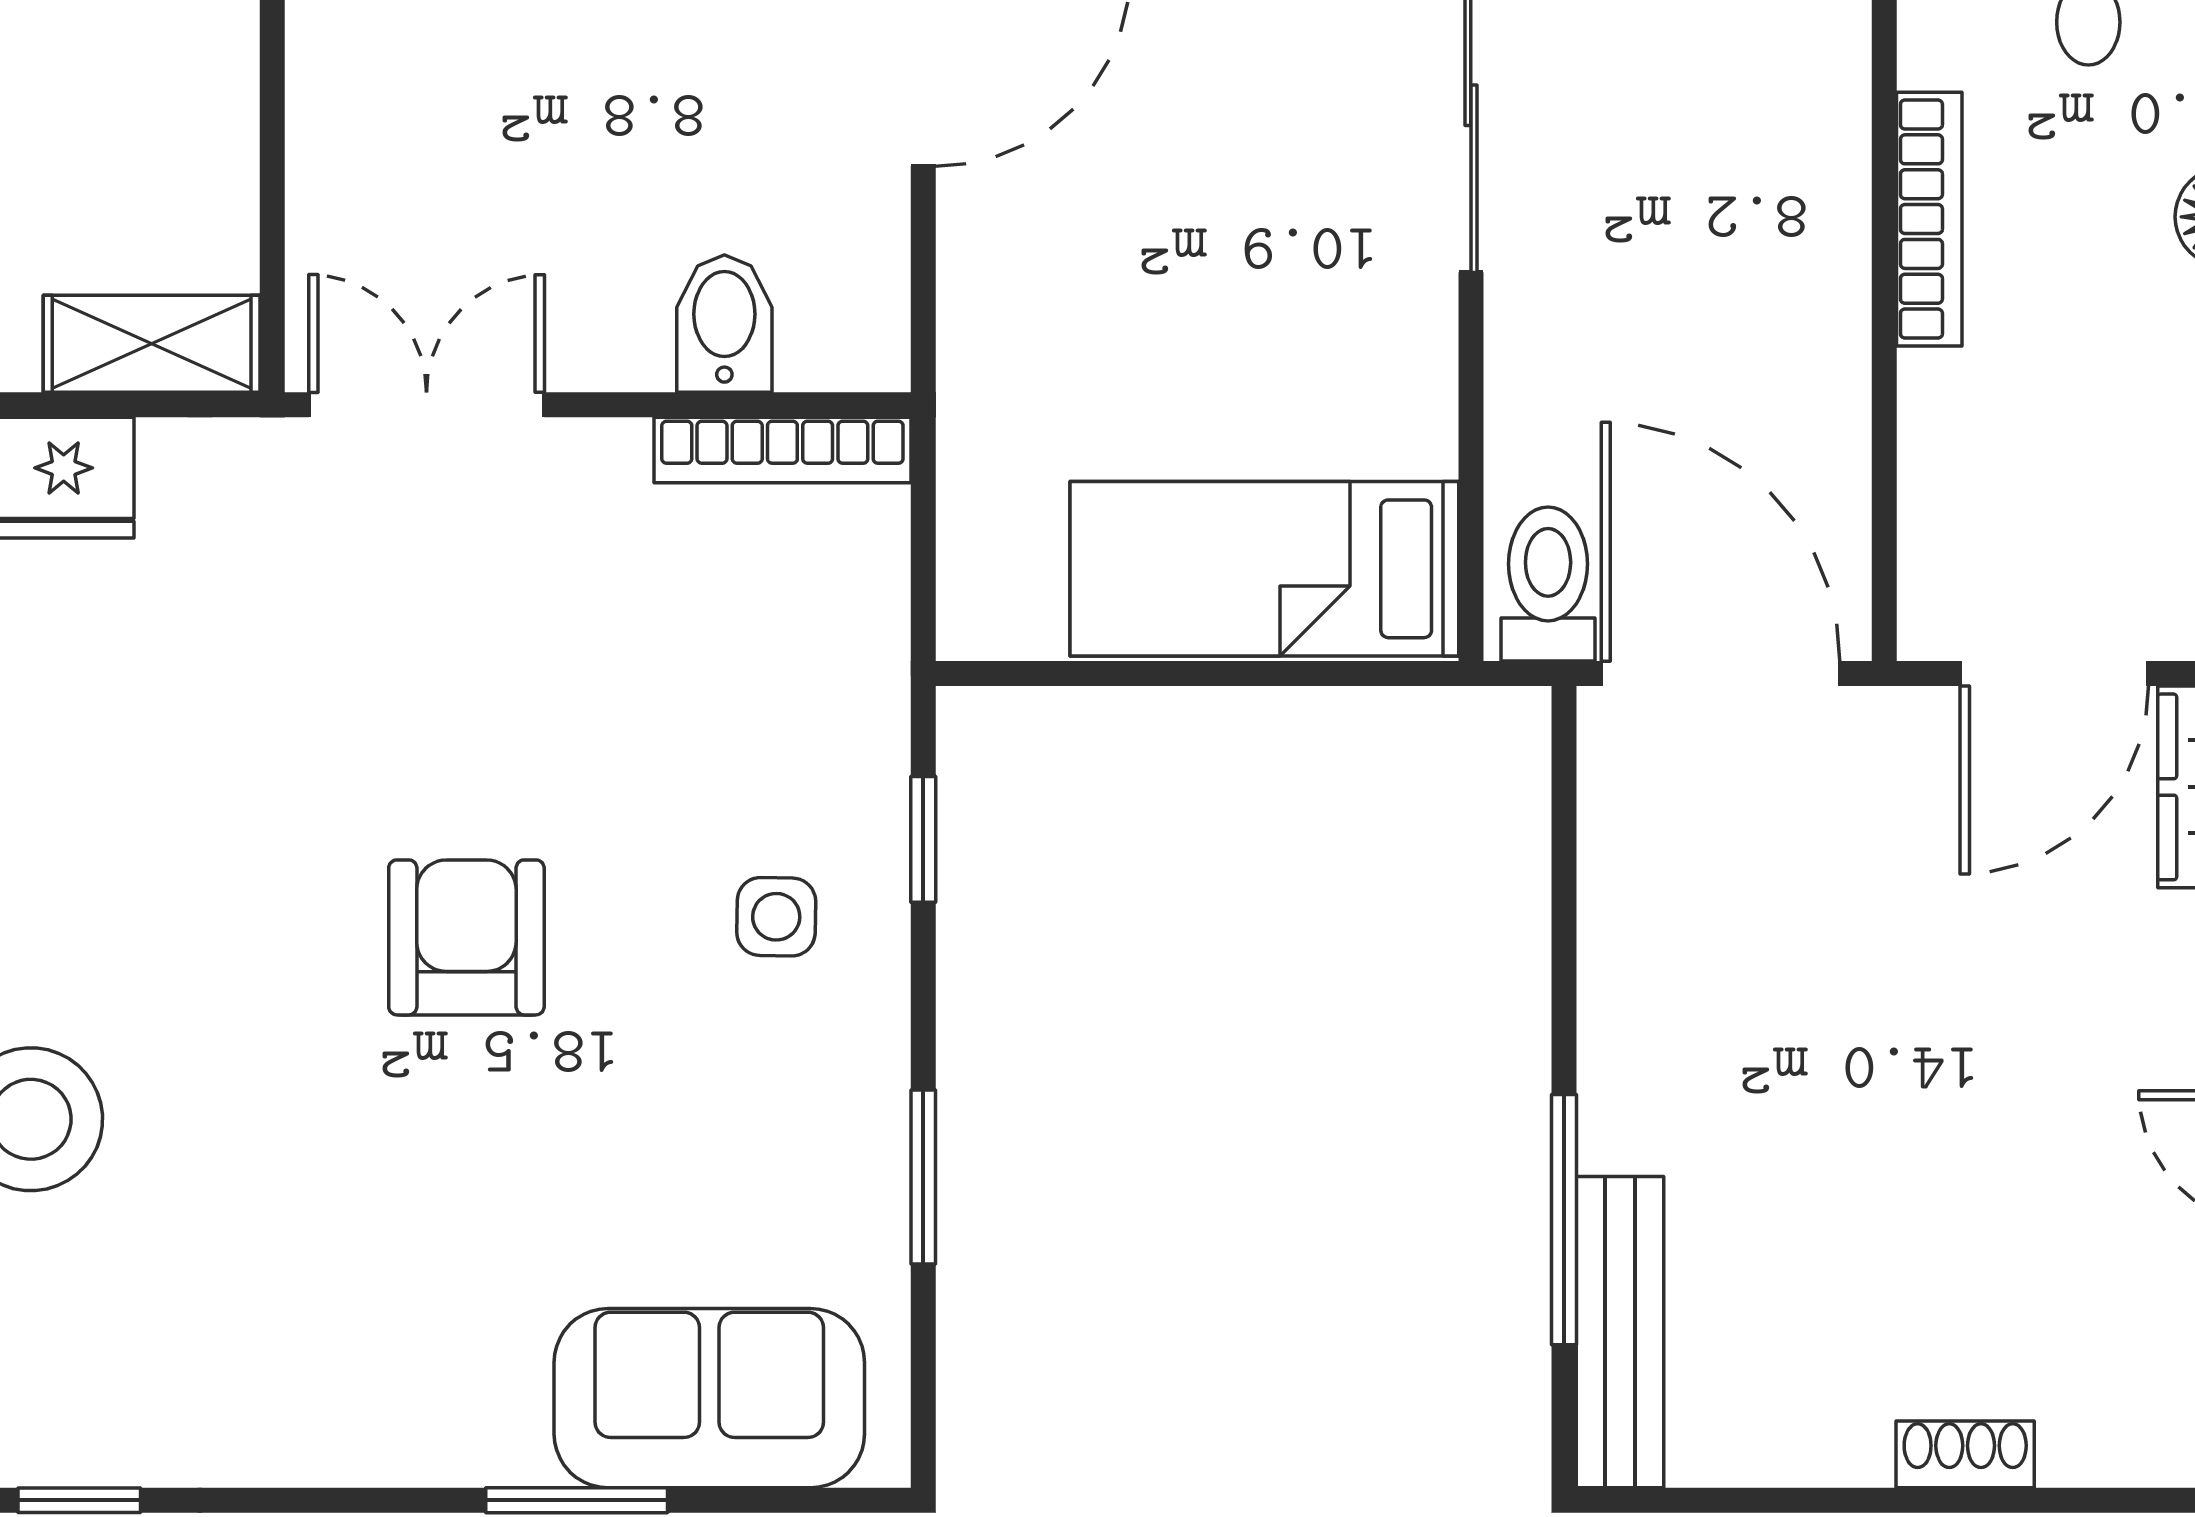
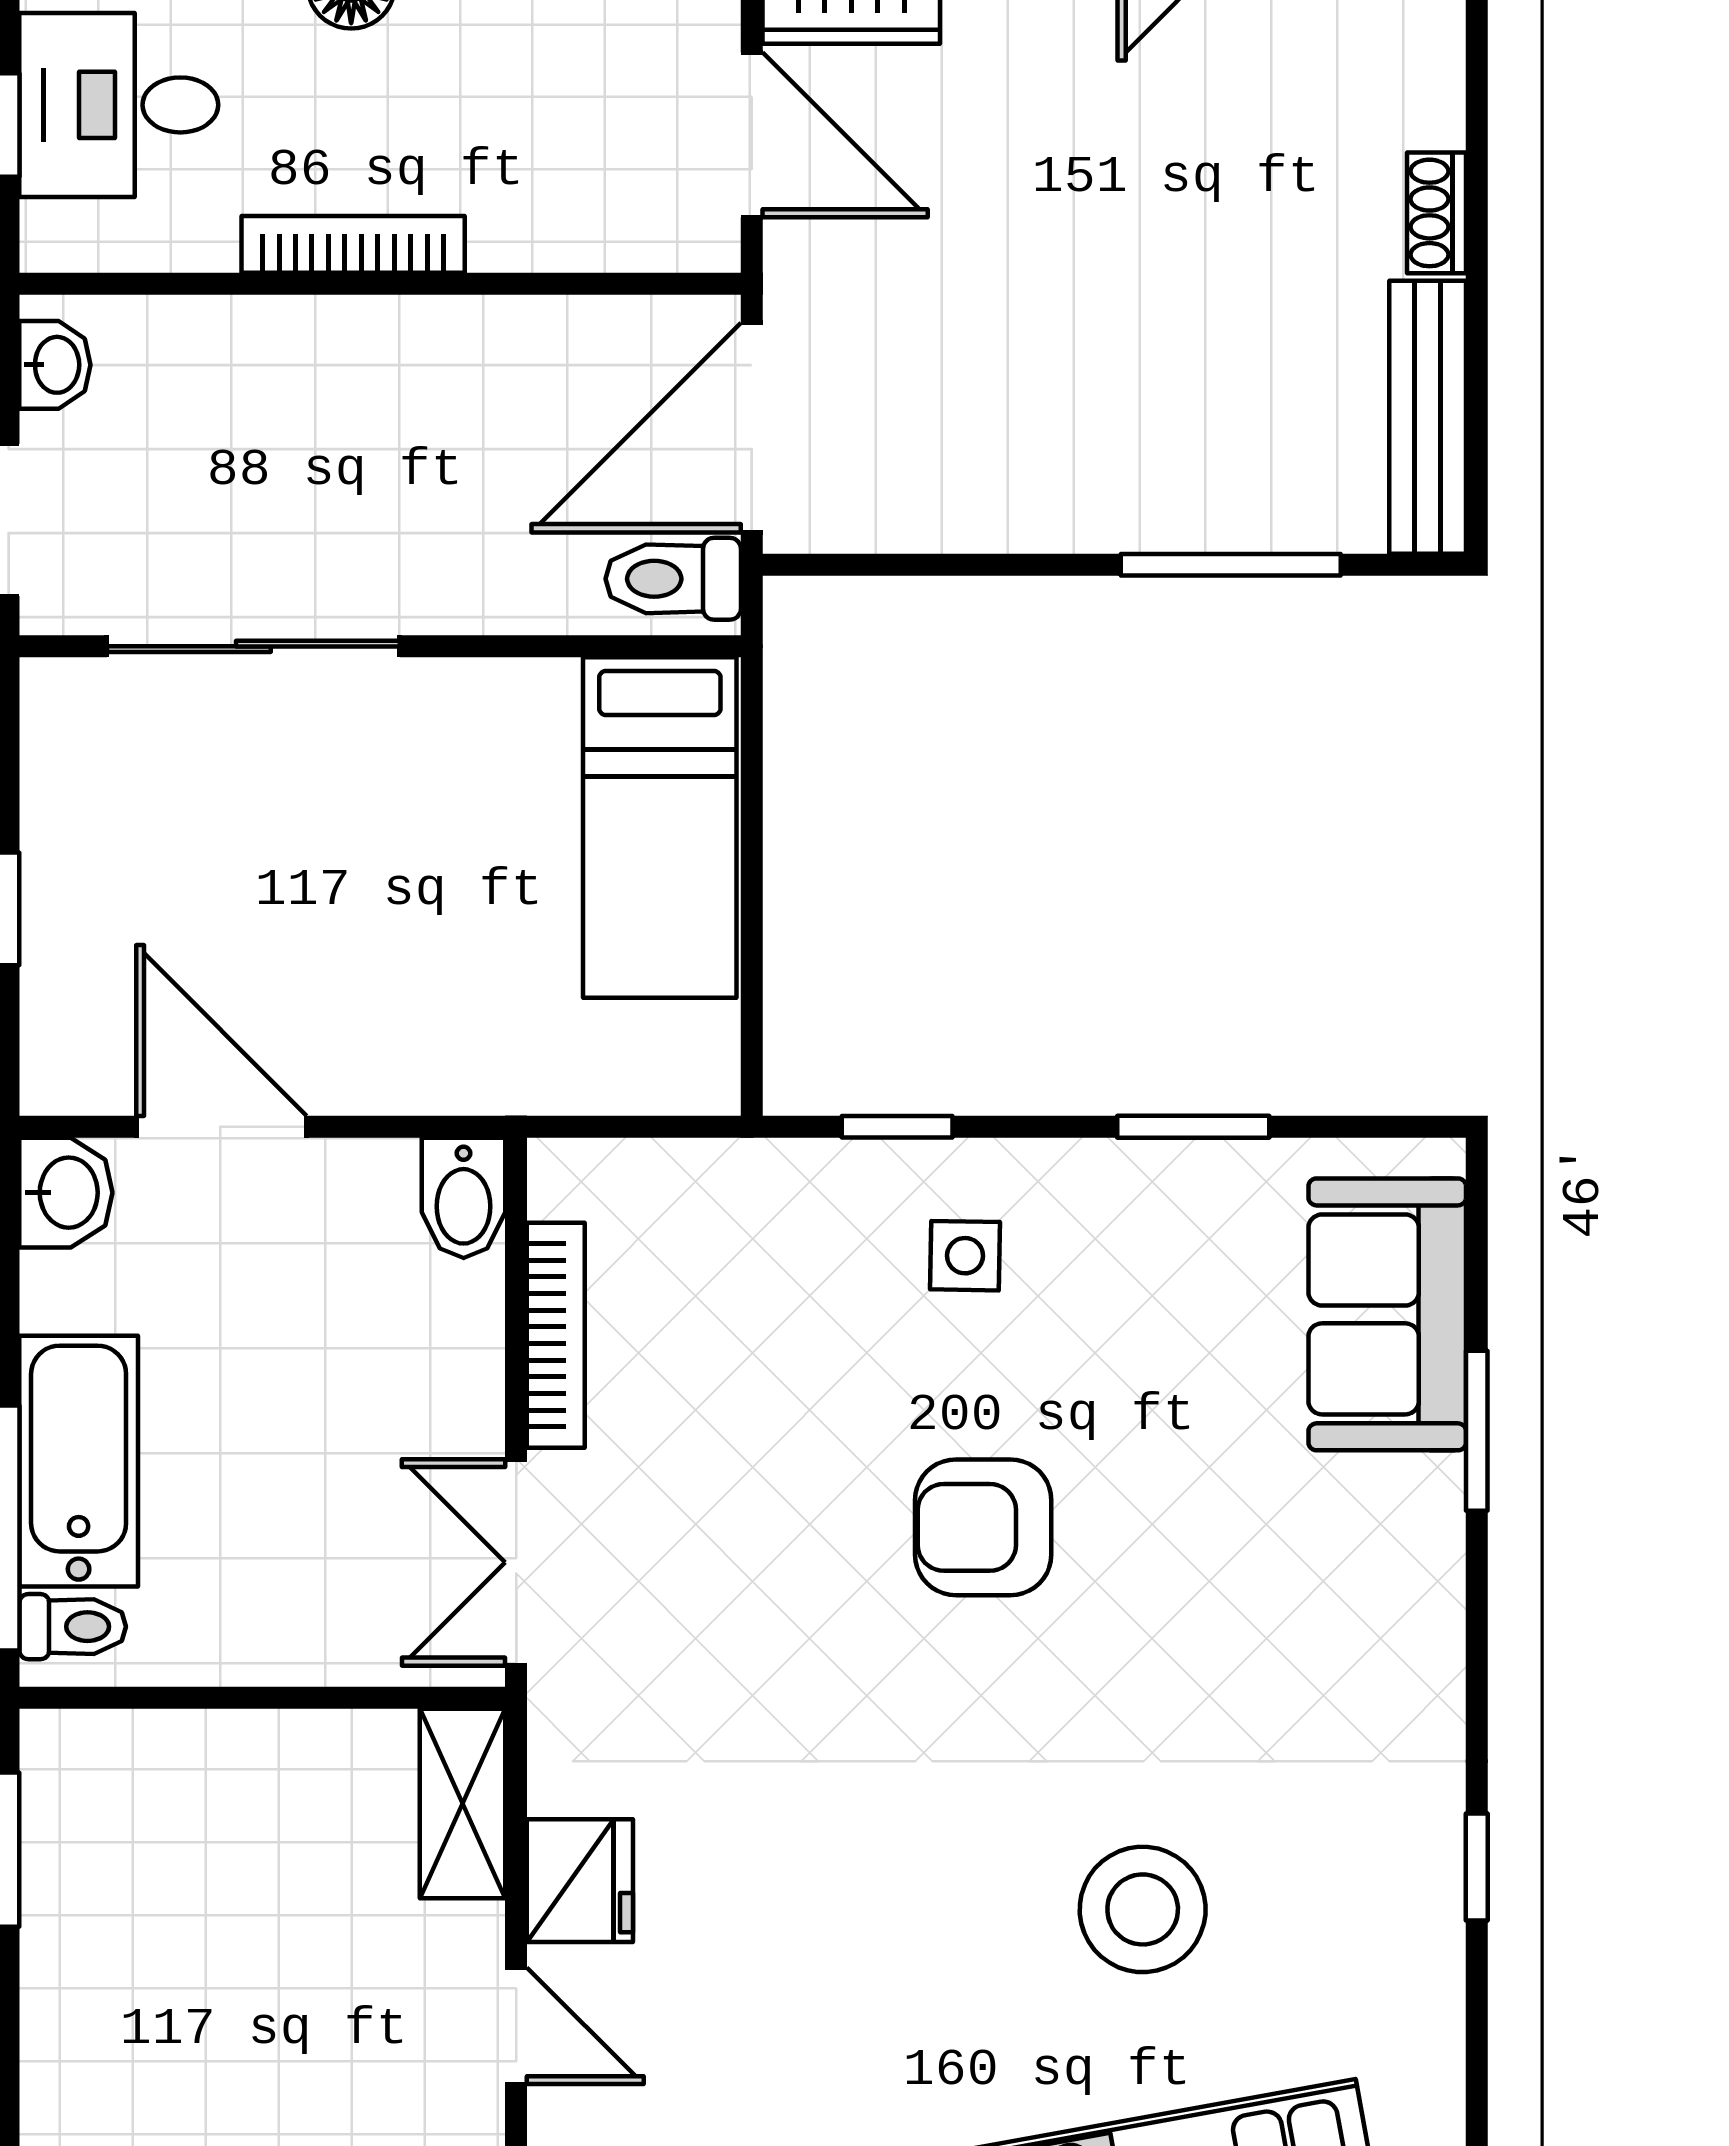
bidet: (724, 324) -> (464, 1198), moved, turned -90
bookcase: (782, 450) -> (556, 1335), moved
bench: (1620, 1332) -> (1428, 417), moved, turned 90

